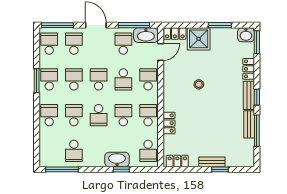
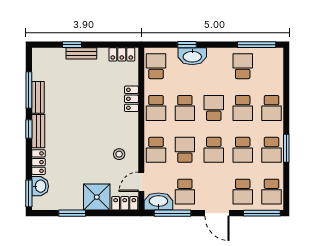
washbasin: (246, 35) -> (40, 186), moved, turned 90
stool: (199, 84) -> (119, 154), moved

